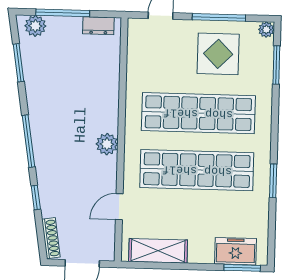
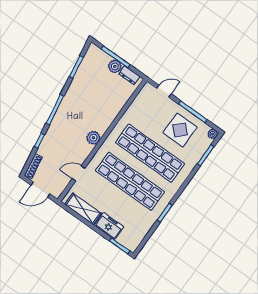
plant: (35, 26) -> (115, 66), moved
freezer: (235, 251) -> (109, 226), moved

